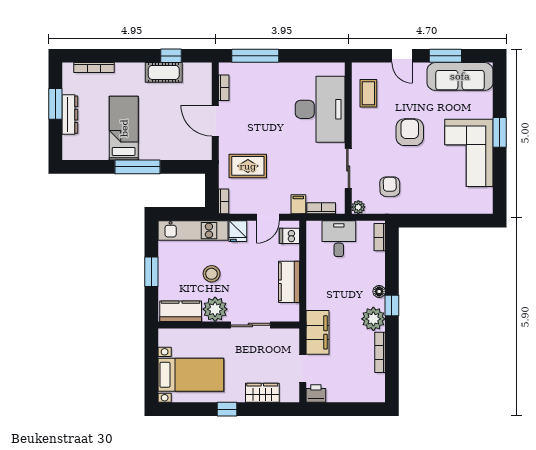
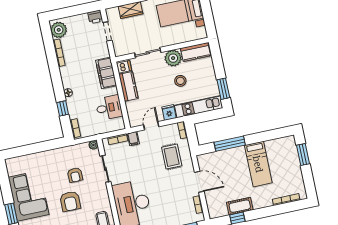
window: (55, 104) -> (303, 155), moved
dresser: (70, 115) -> (295, 165), removed
rug: (248, 166) -> (172, 157), turned 90
window: (137, 167) -> (230, 144), moved
armchair: (390, 187) -> (75, 175), moved
dishwasher: (289, 236) -> (124, 67), moved
desk: (339, 239) -> (109, 108), moved, turned -90
window: (151, 272) -> (223, 89), moved
window: (392, 305) -> (63, 108), moved
plant: (373, 319) -> (59, 30), moved
filing cabinet: (318, 332) -> (106, 73), moved

